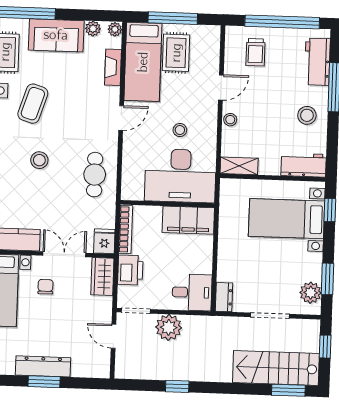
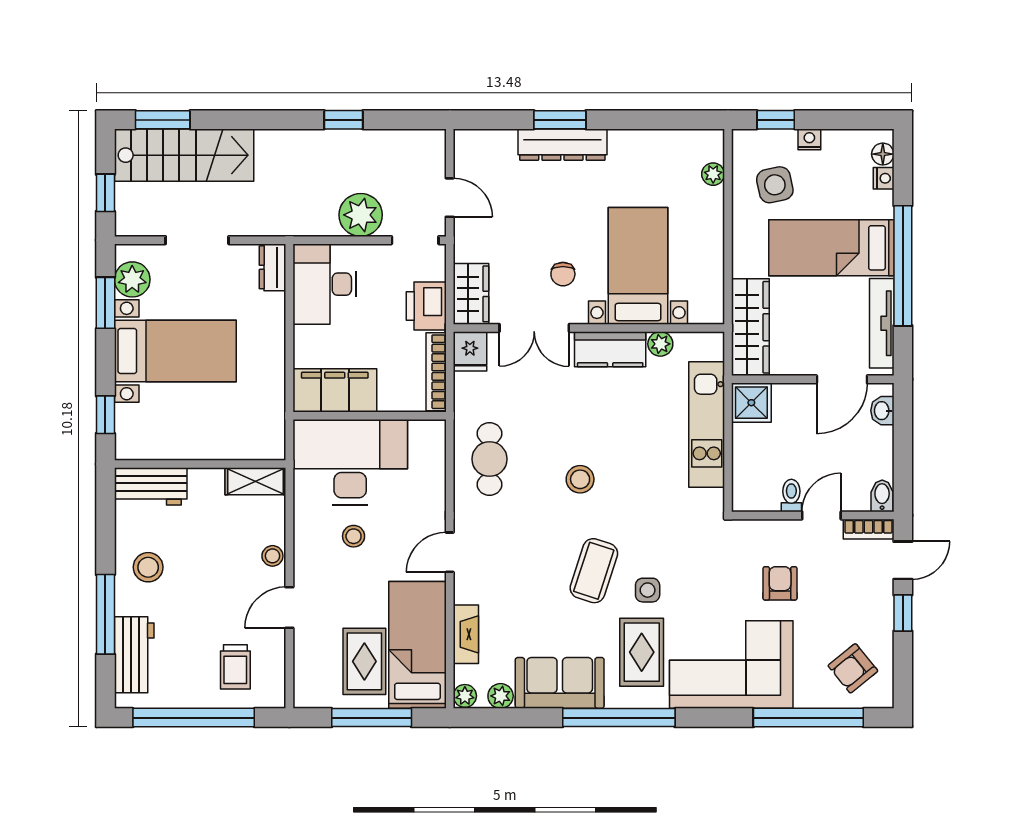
trolley: (255, 52) -> (235, 667), turned 180
bed with nightstands: (287, 219) -> (175, 351), moved
desk: (192, 292) -> (325, 284), width x1.37

